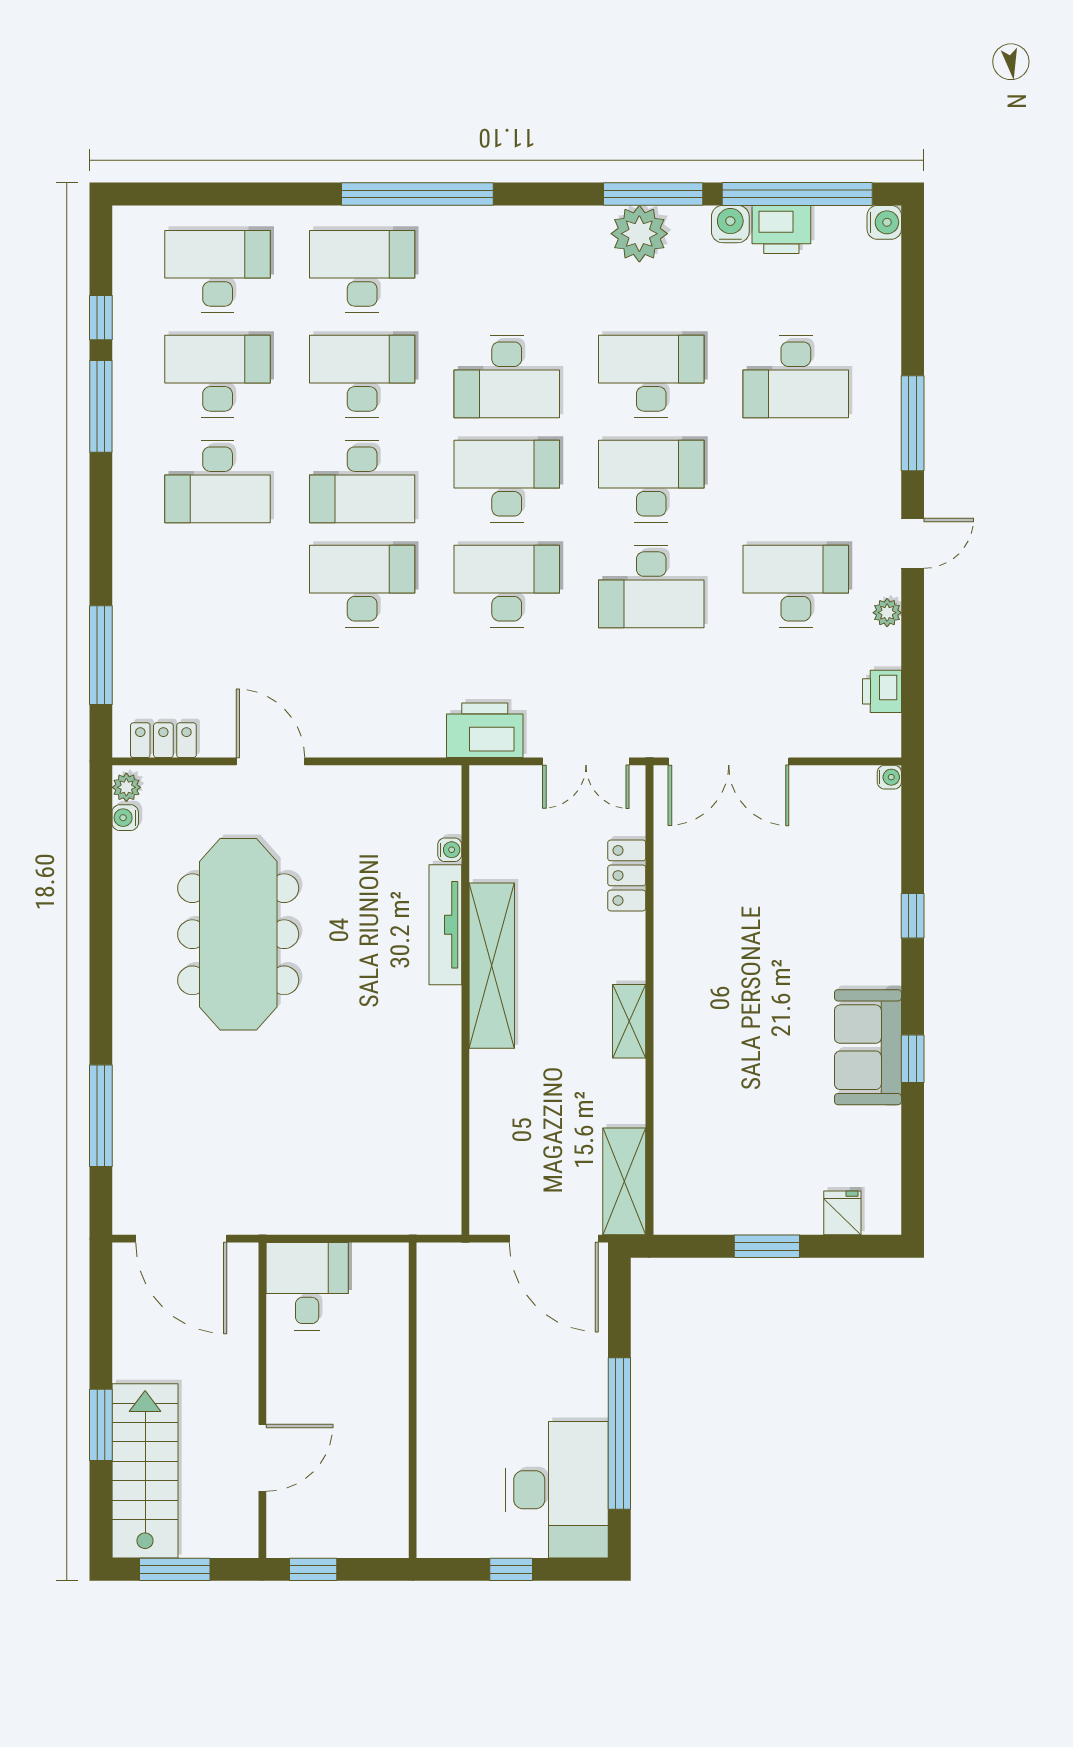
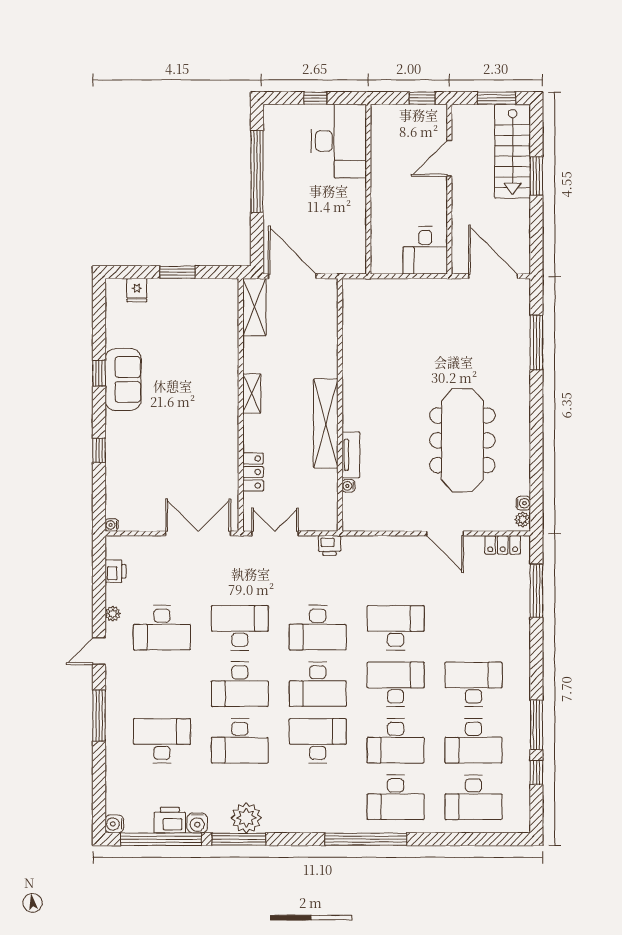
desk: (362, 586) -> (396, 628), turned 180
printer: (485, 730) -> (329, 545), width x0.53, depth x0.68
tv unit: (445, 925) -> (351, 455), width x0.71
desk: (557, 1490) -> (339, 141), moved, turned 180

